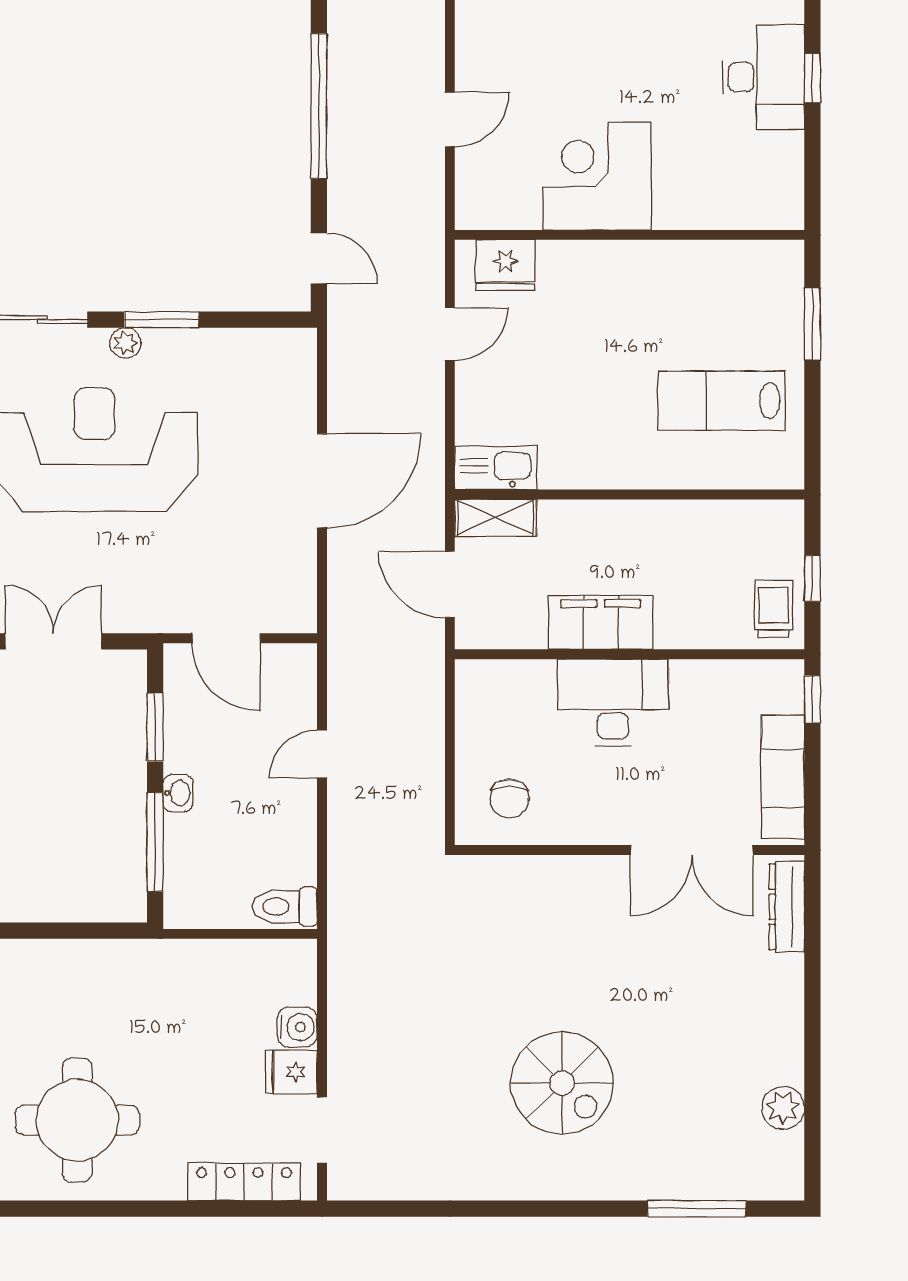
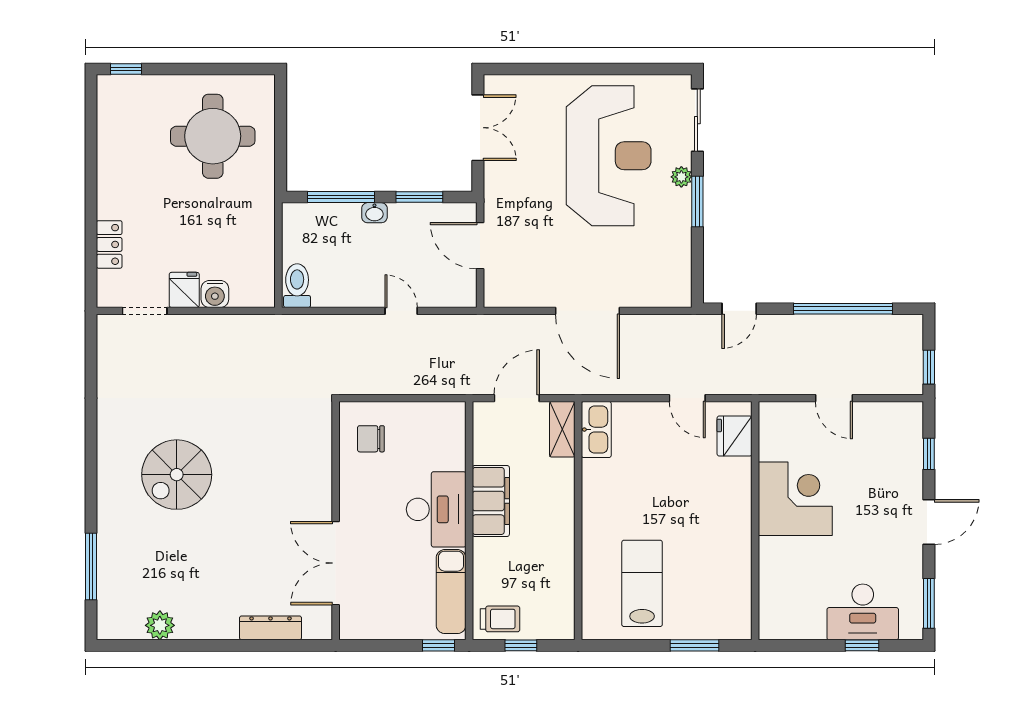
door: (226, 638) -> (480, 246), hinge flipped
exam couch: (783, 777) -> (451, 592), moved, turned -90
dresser: (787, 907) -> (270, 628), moved
round table: (77, 1120) -> (213, 136), moved
locker: (244, 1182) -> (109, 244), width x0.66

